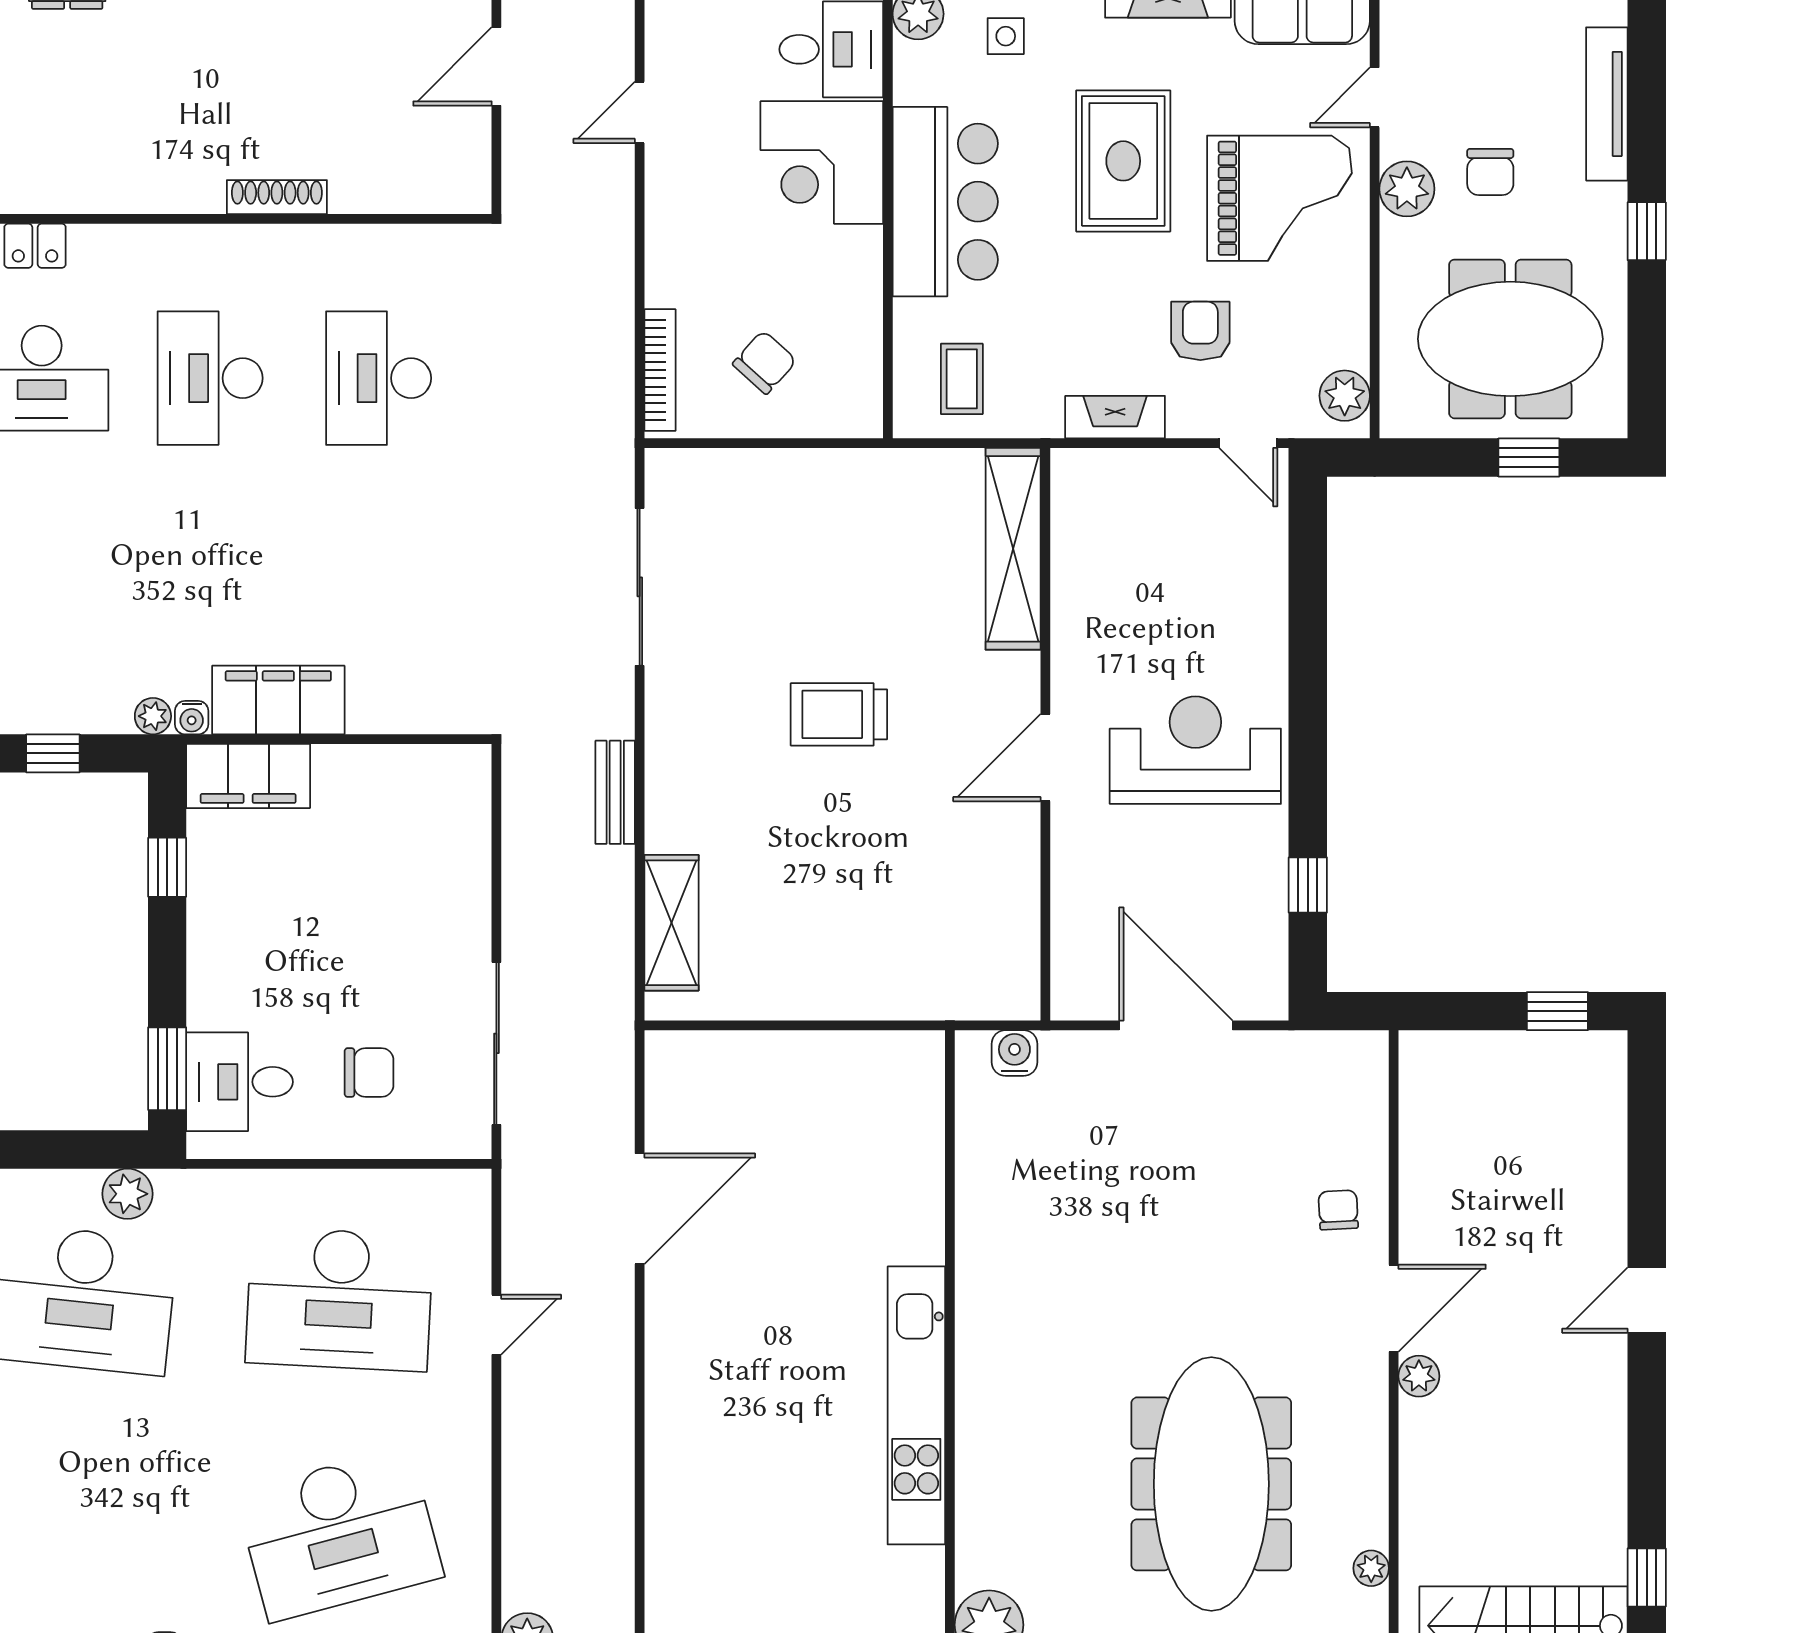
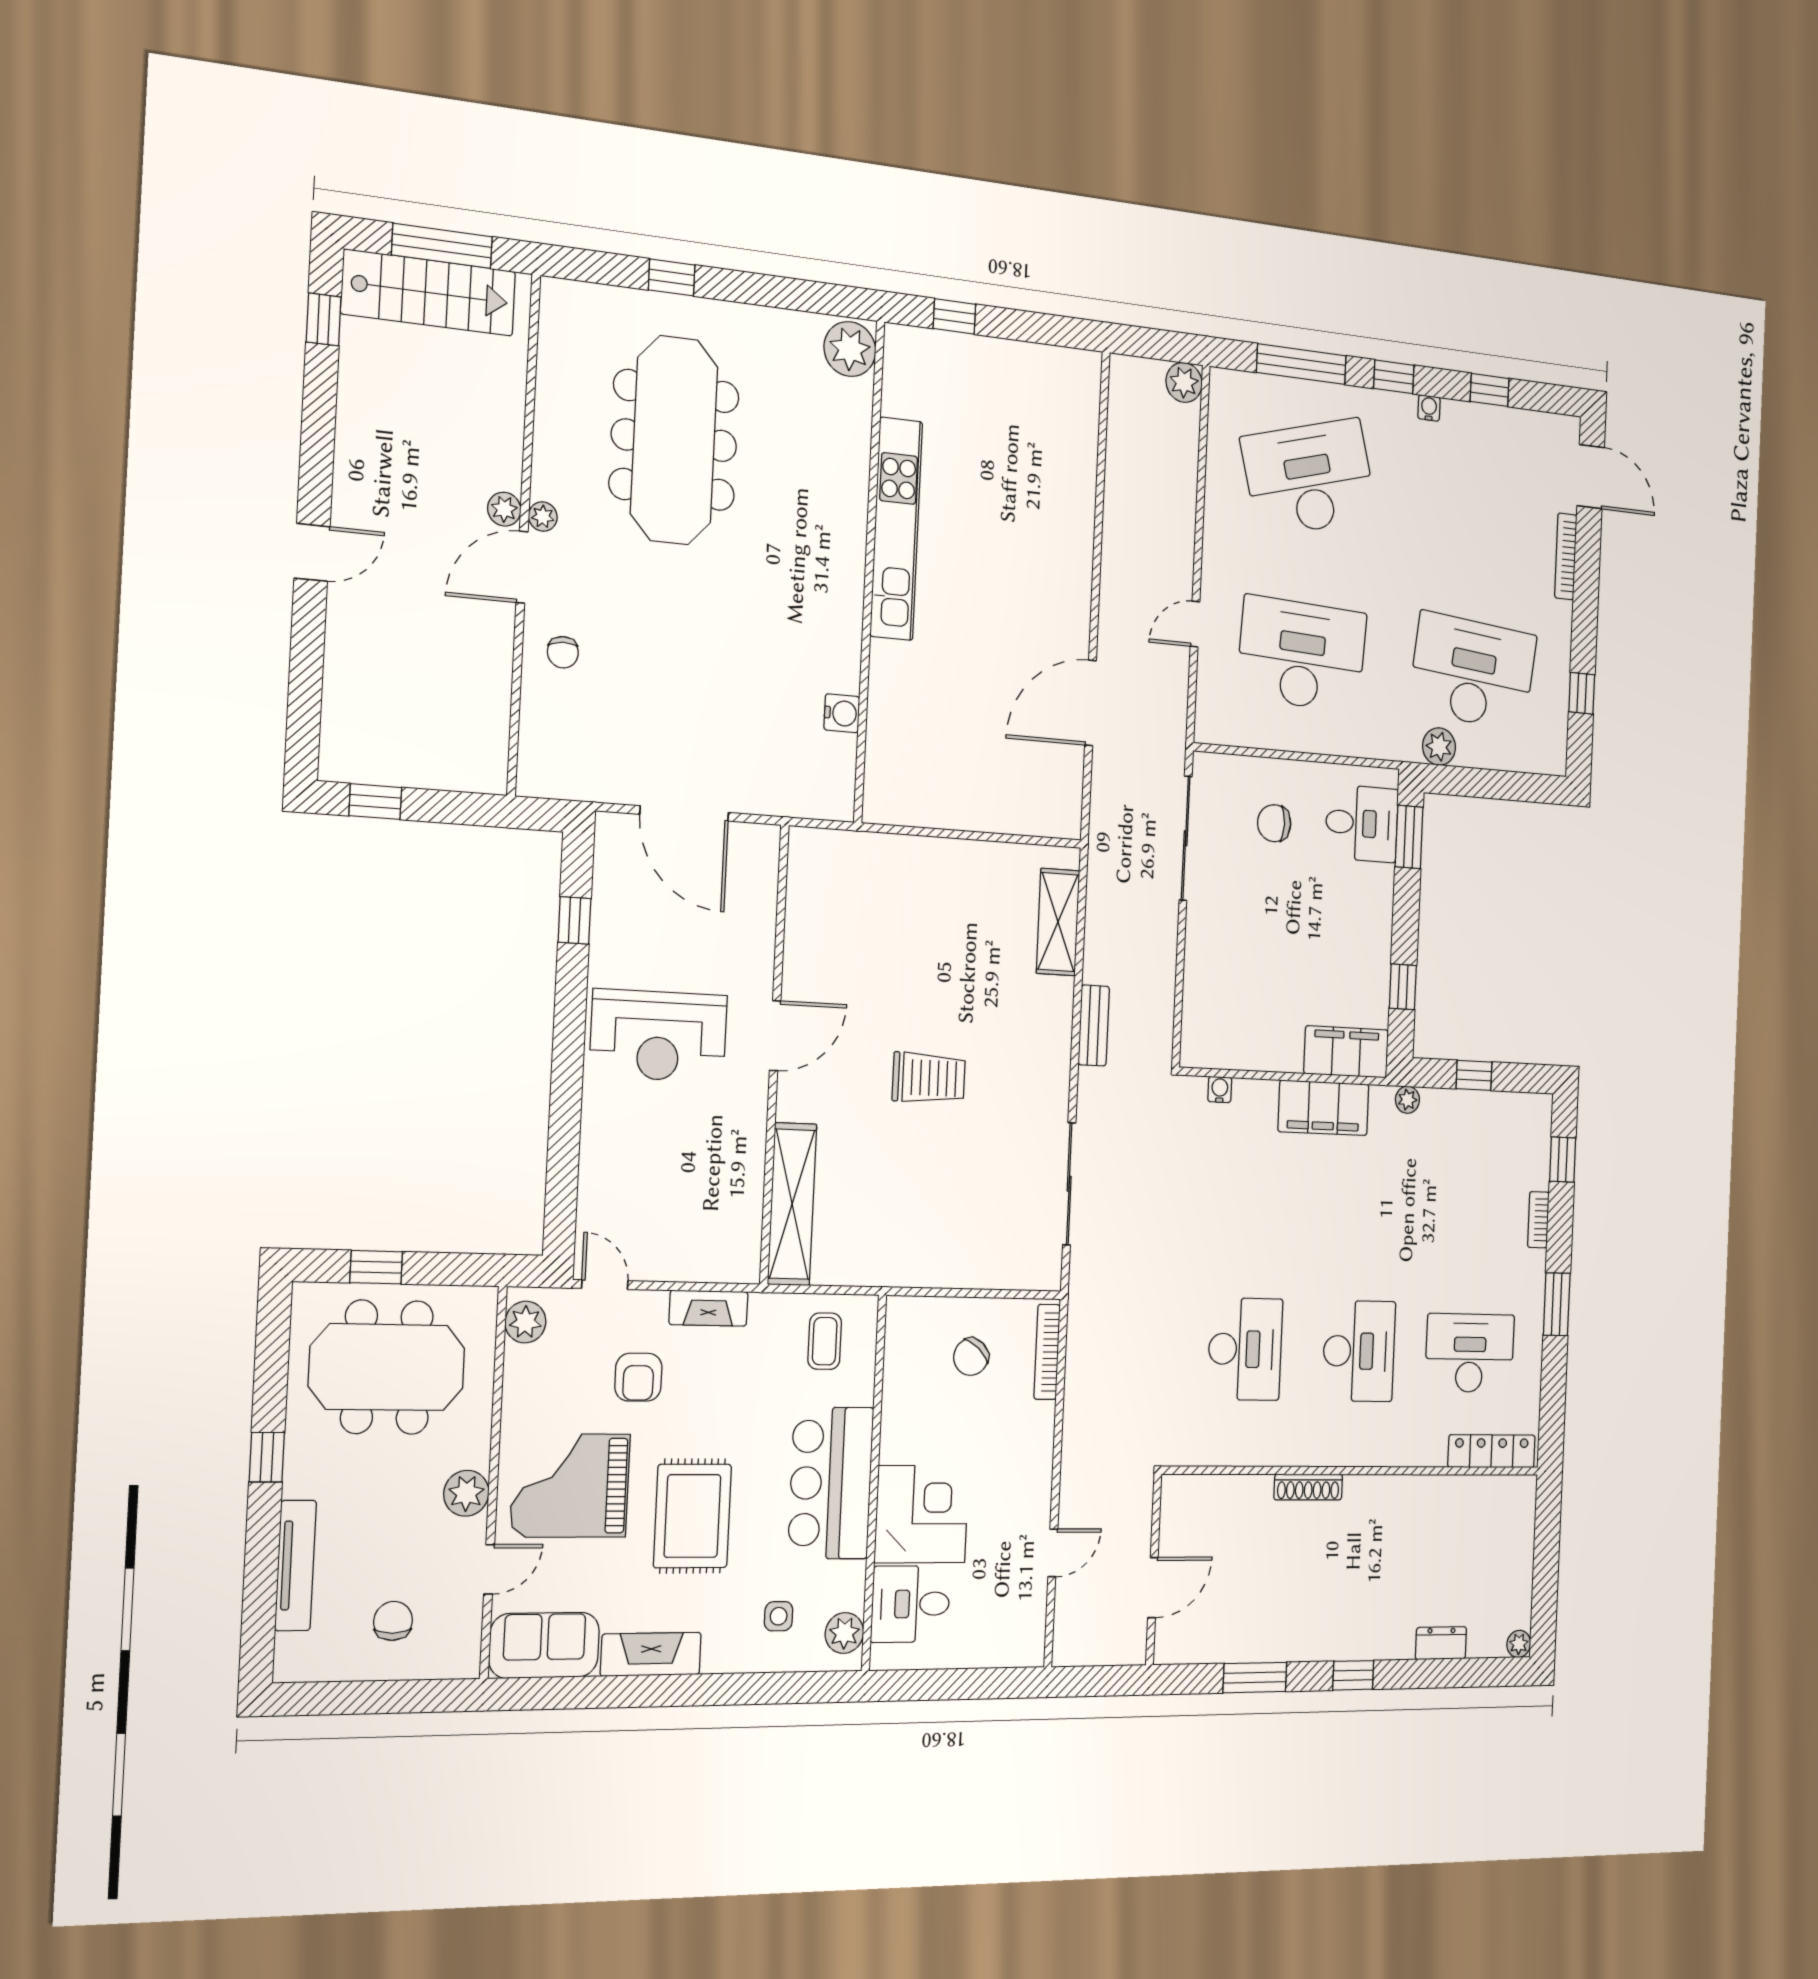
chair: (1490, 172) -> (393, 1621), moved
water cooler: (192, 718) -> (1220, 1089), moved
water cooler: (1014, 1053) -> (842, 713), moved, turned -90
plant: (1371, 1568) -> (543, 517), moved

